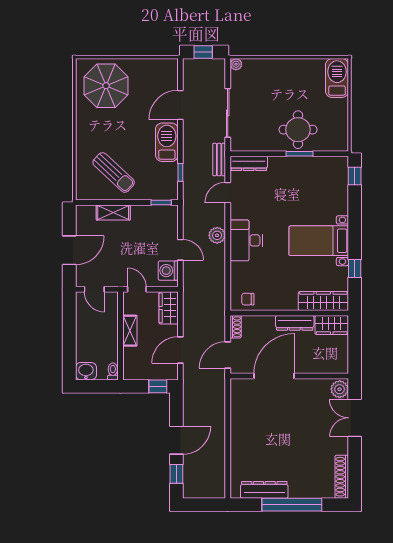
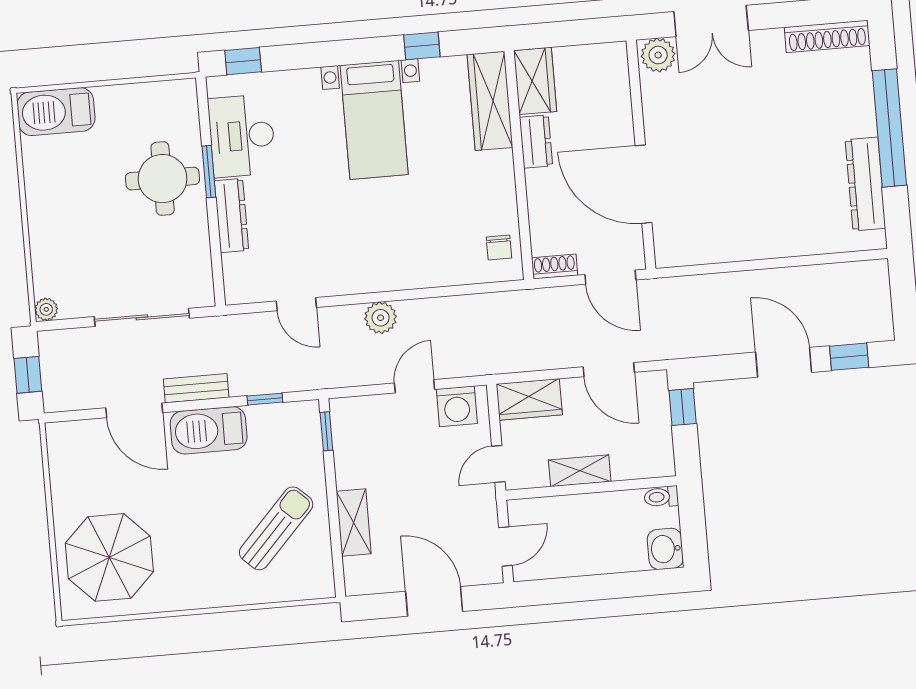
bench: (219, 160) -> (196, 388), moved
dresser: (249, 163) -> (231, 216), moved
desk: (246, 240) -> (242, 136), moved, turned 90
dresser: (295, 323) -> (536, 142), width x0.70

